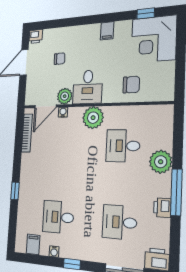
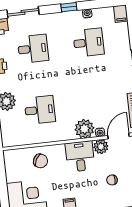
chair: (131, 85) -> (41, 161), turned -151
plant: (93, 118) -> (84, 129), moved
filing cabinet: (33, 244) -> (121, 14), moved

